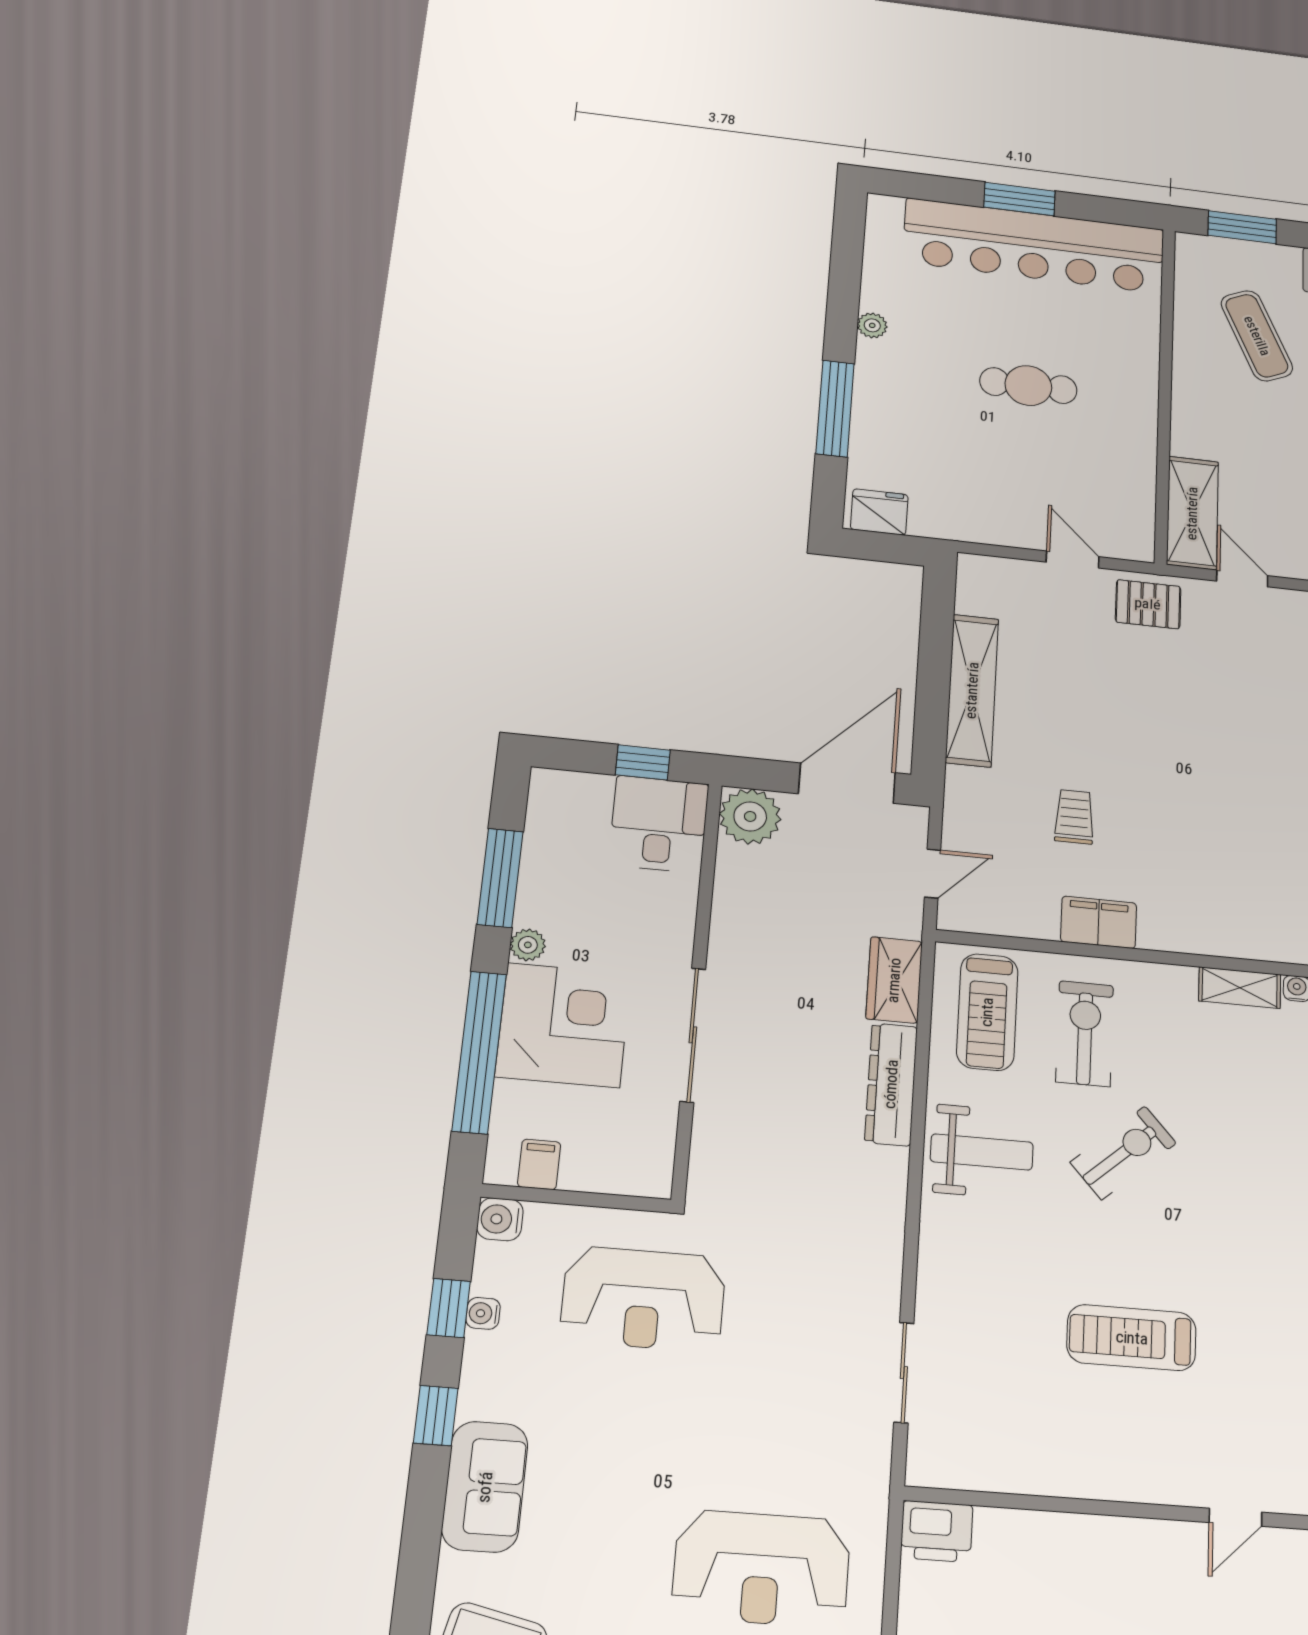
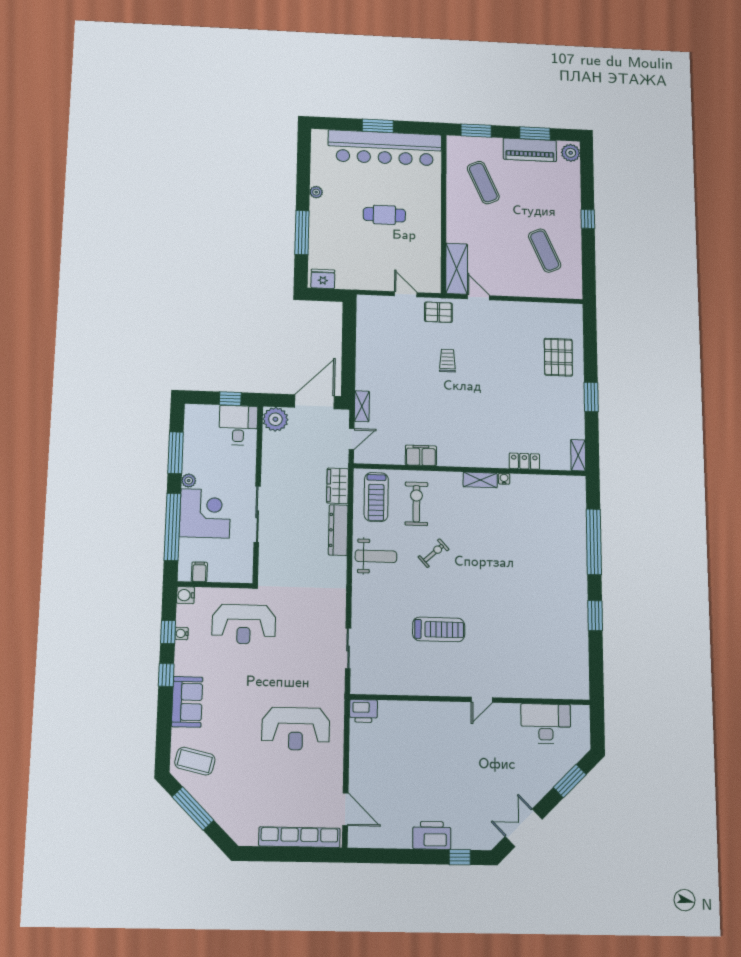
shelving: (972, 690) -> (362, 406), moved, width x0.45, depth x0.75
trolley: (1074, 817) -> (447, 361), moved
exercise bike: (1123, 1153) -> (434, 553), width x0.73, depth x0.72
treadmill: (1132, 1338) -> (439, 629), turned 180

